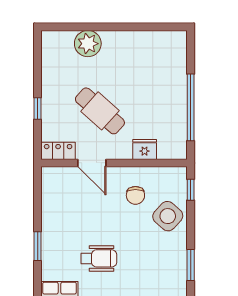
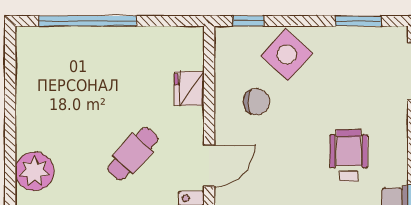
window: (191, 107) -> (88, 21), moved
cafe table: (100, 111) -> (133, 154), width x0.73, depth x0.74

